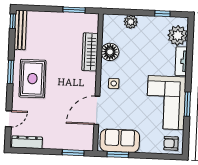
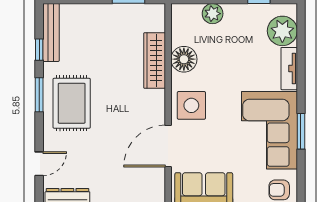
window: (13, 21) -> (39, 50), moved
side table: (114, 83) -> (191, 105), width x1.87, depth x1.87

